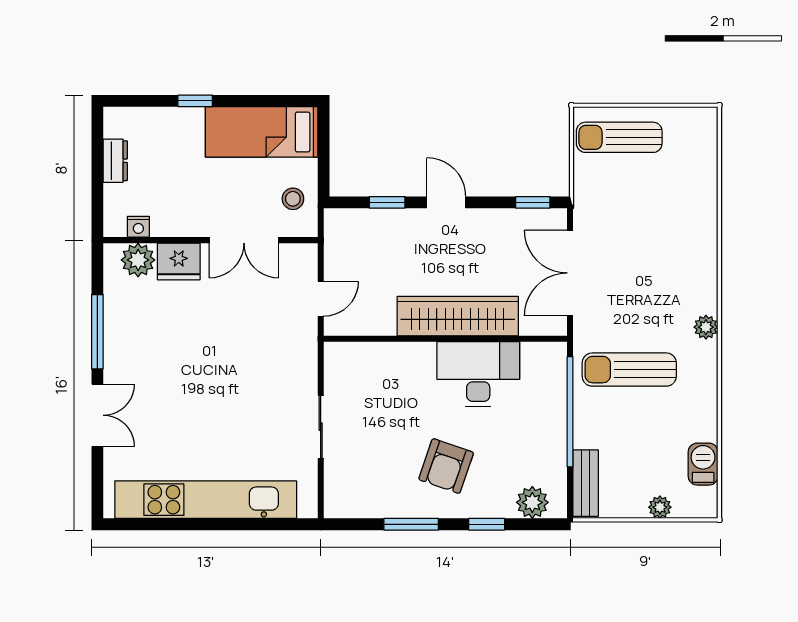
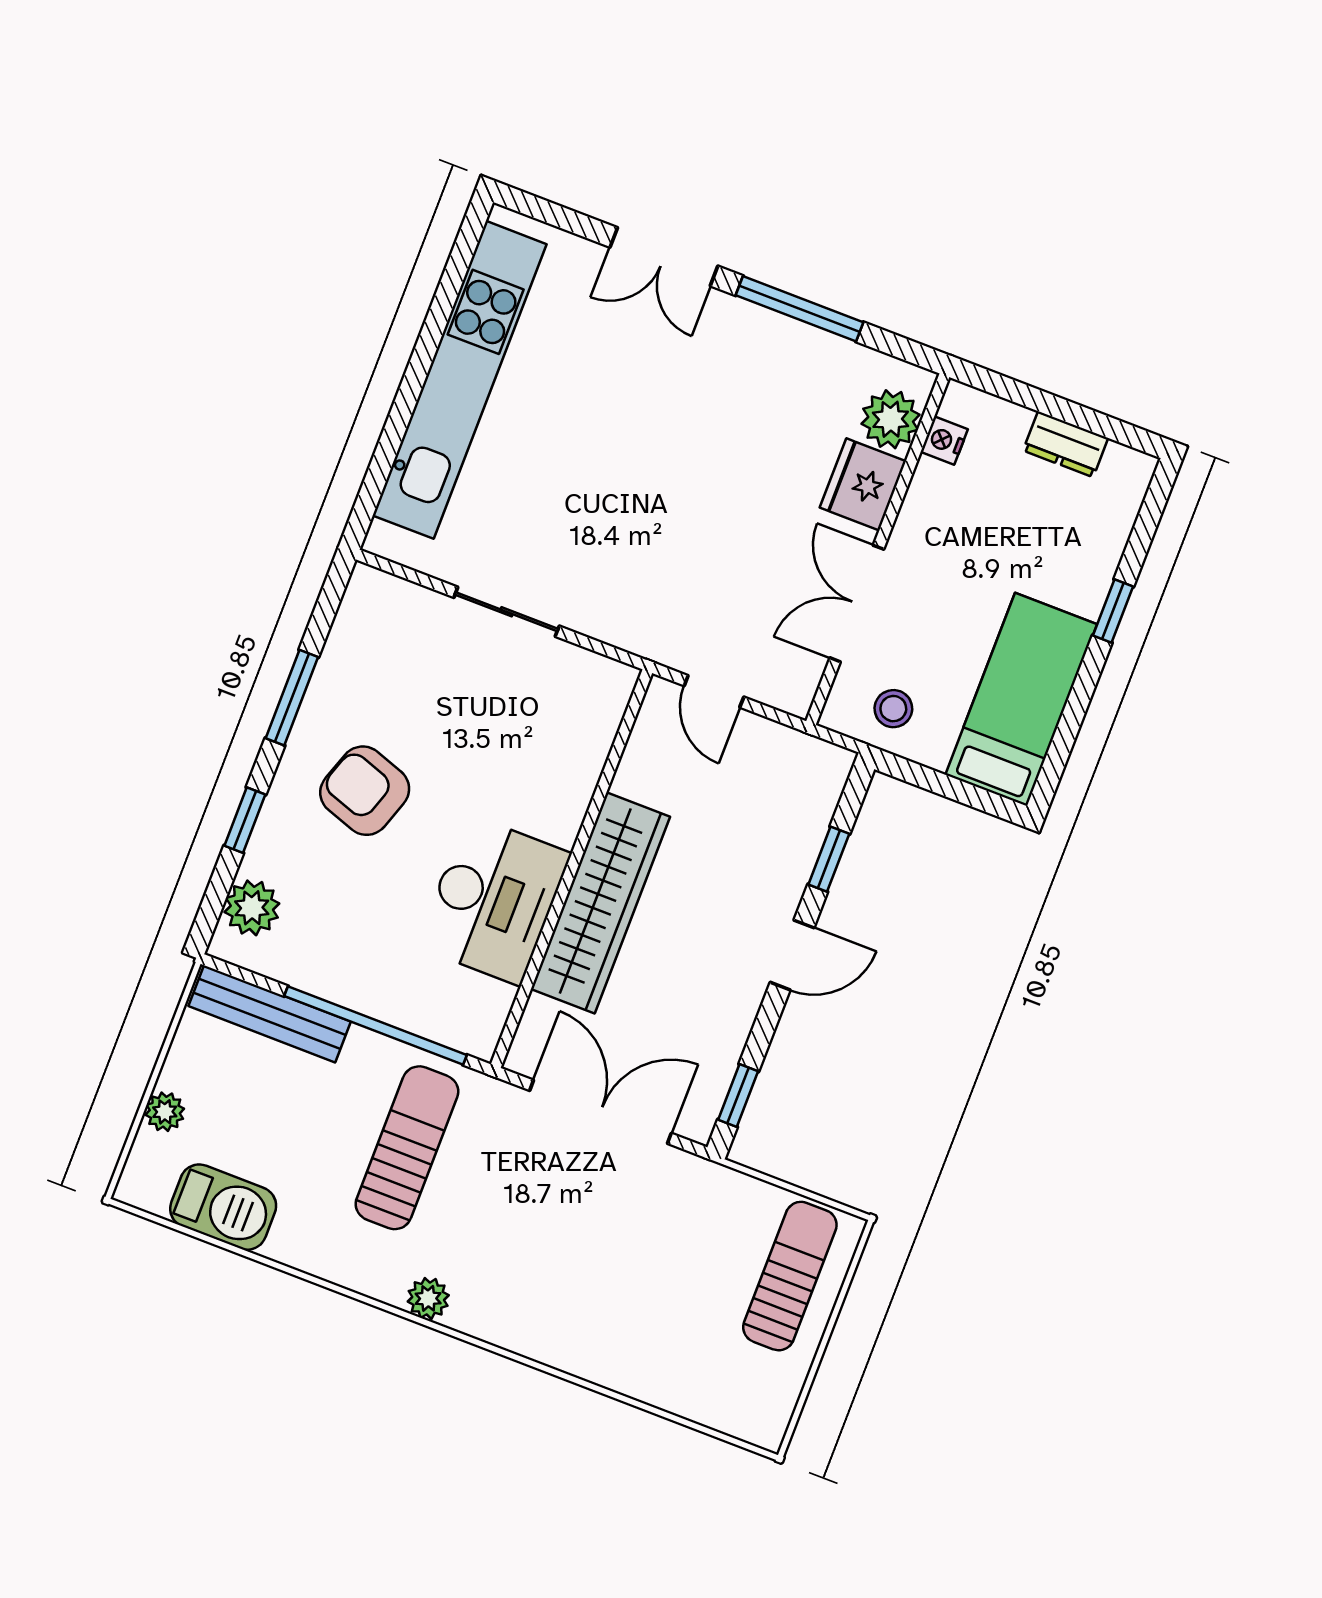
barbecue: (703, 464) -> (223, 1207), width x1.38, depth x1.27
bench: (586, 483) -> (270, 1014), width x1.36

